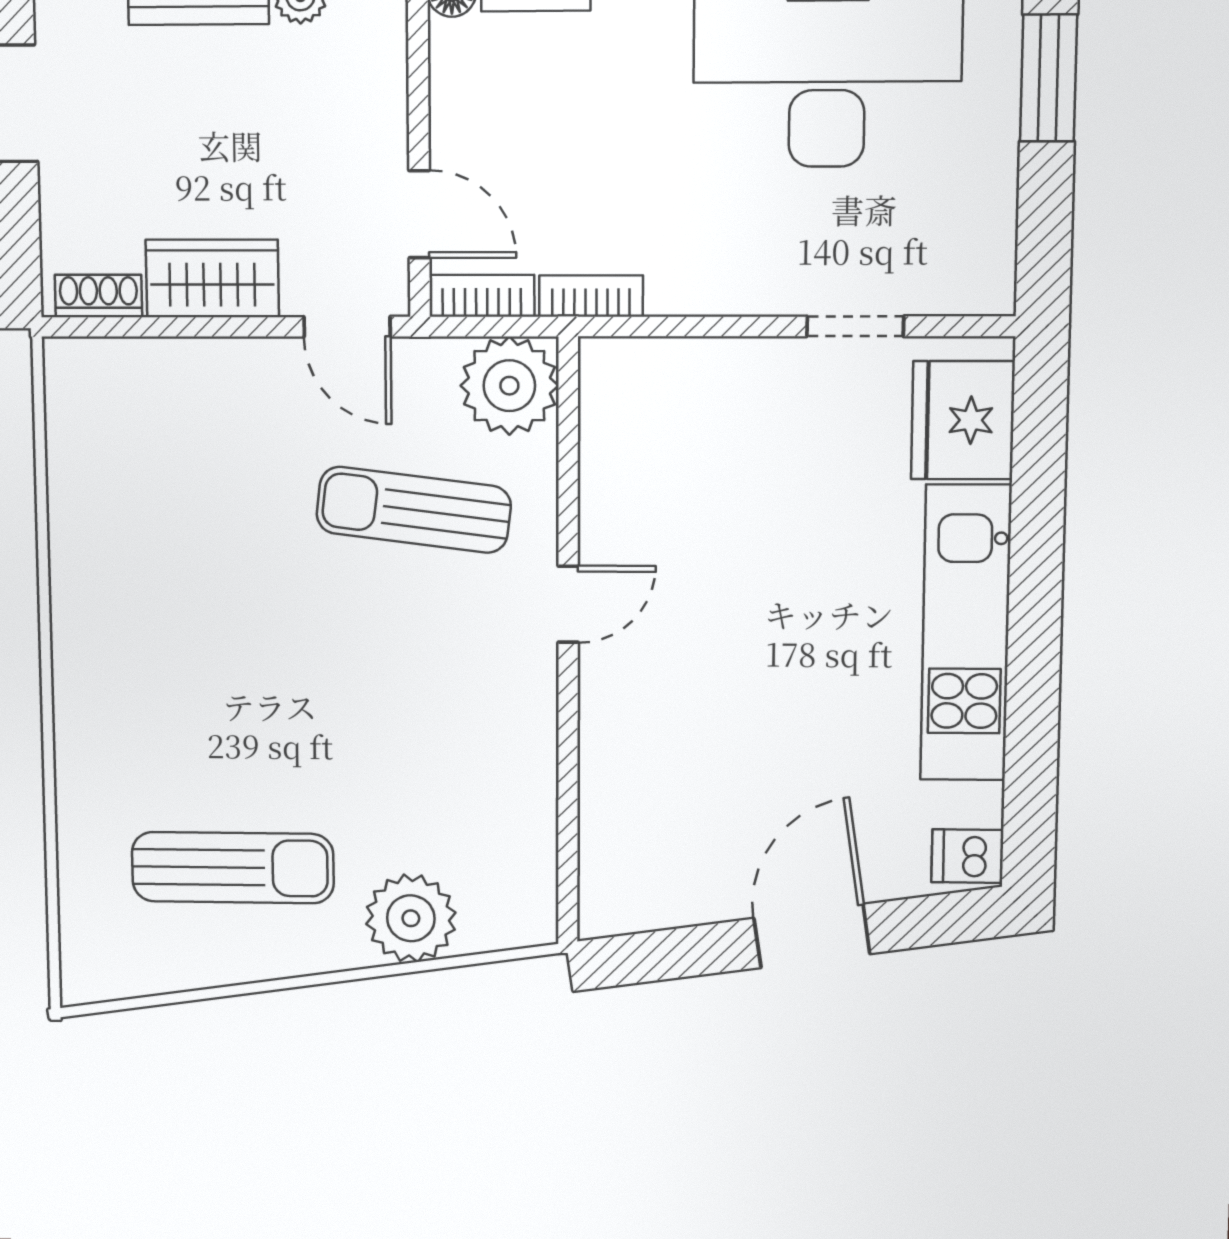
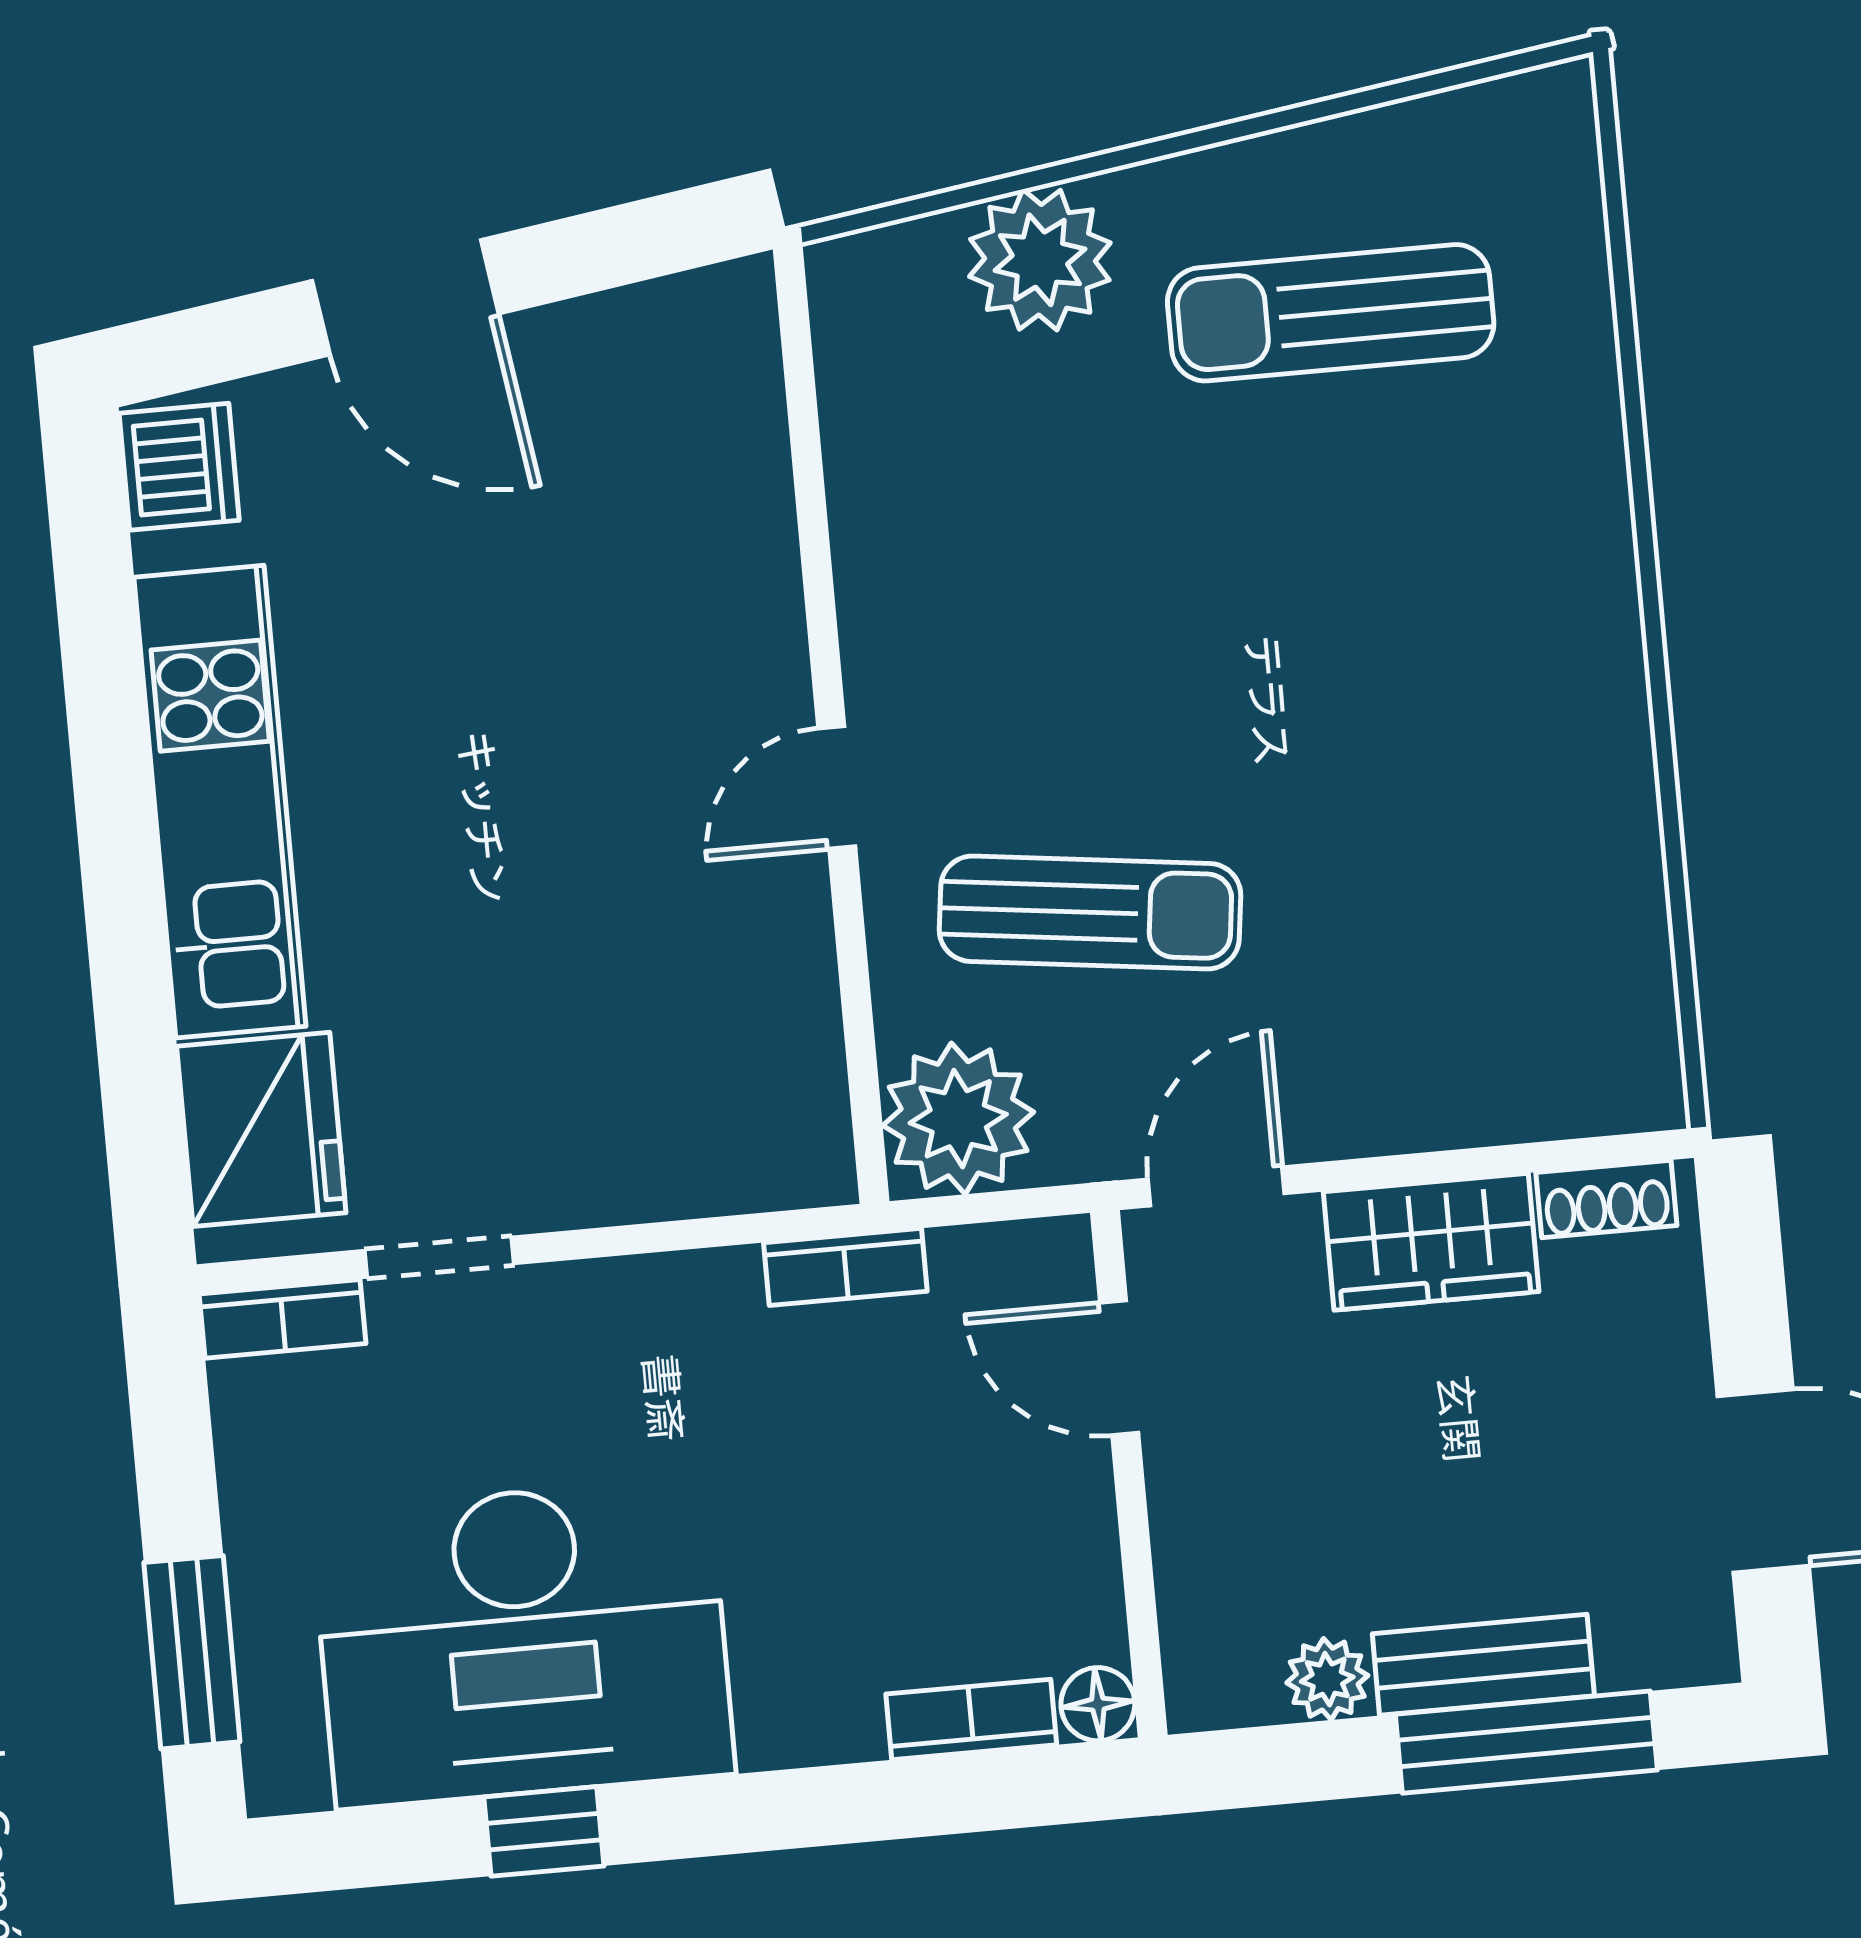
bookcase: (482, 296) -> (283, 1319), moved
door: (347, 327) -> (1216, 1186), hinge flipped
dishwasher: (967, 856) -> (179, 467), width x1.38
door: (812, 936) -> (405, 297), hinge flipped

